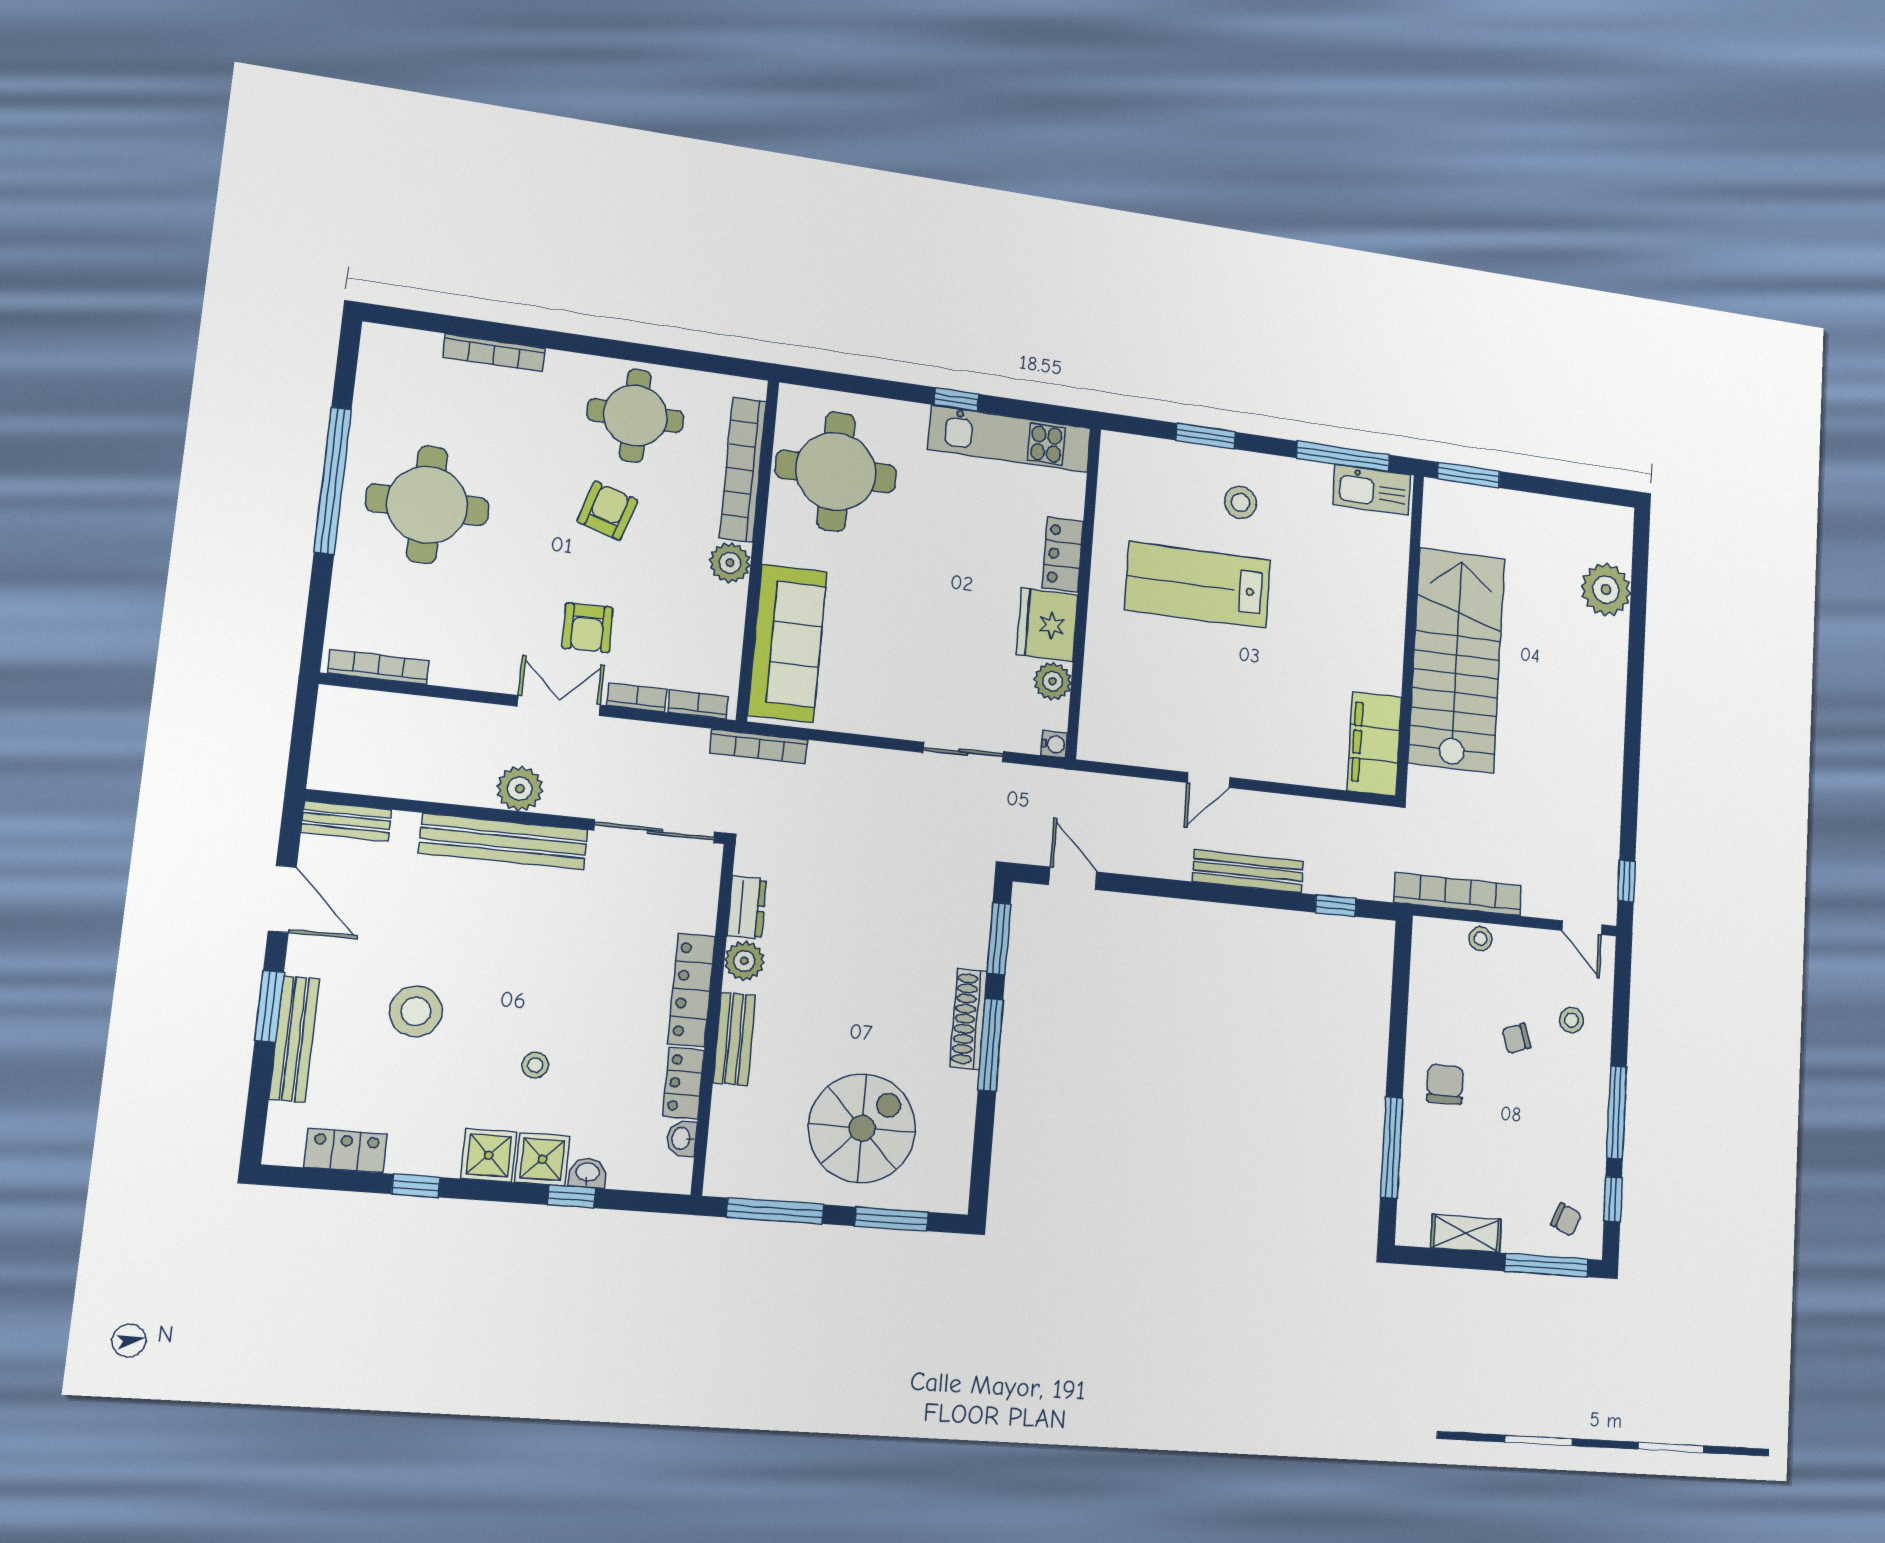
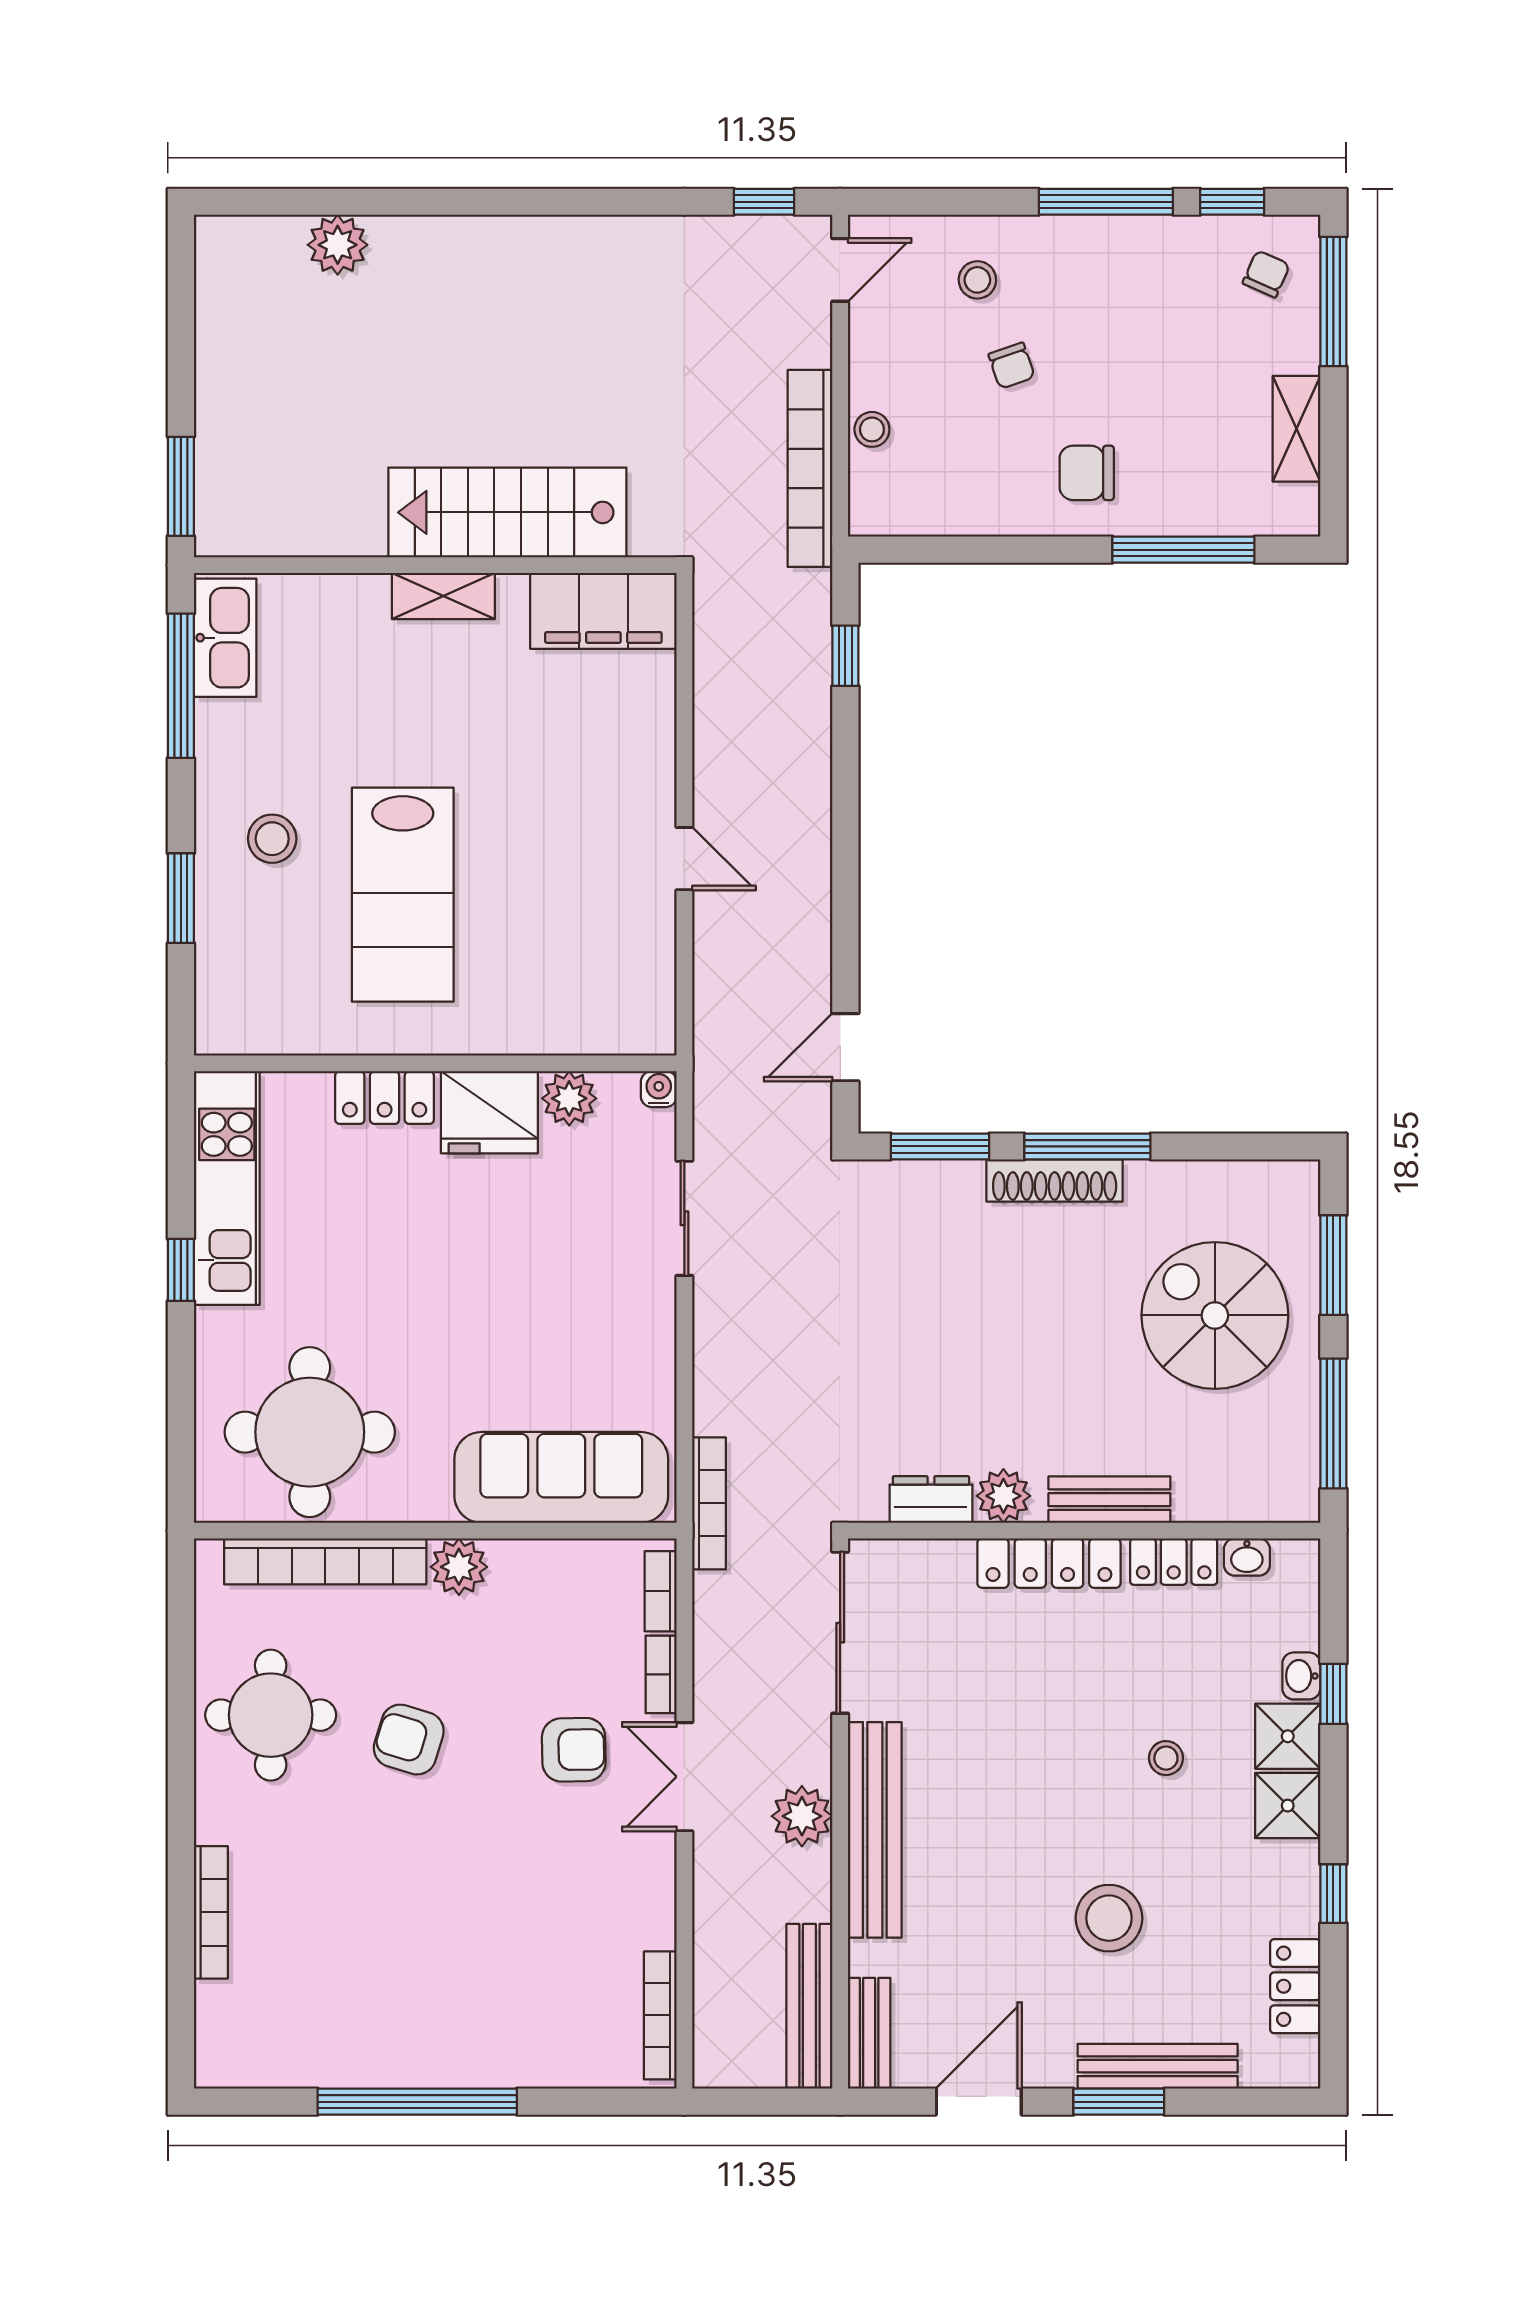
round table: (427, 505) -> (433, 1977), removed
plant: (1606, 590) -> (338, 245), width x0.73, depth x0.73
shelving: (1390, 638) -> (443, 596), added
stairs: (1457, 660) -> (507, 512), width x0.73, depth x0.66
bench: (1248, 871) -> (809, 2006), moved

